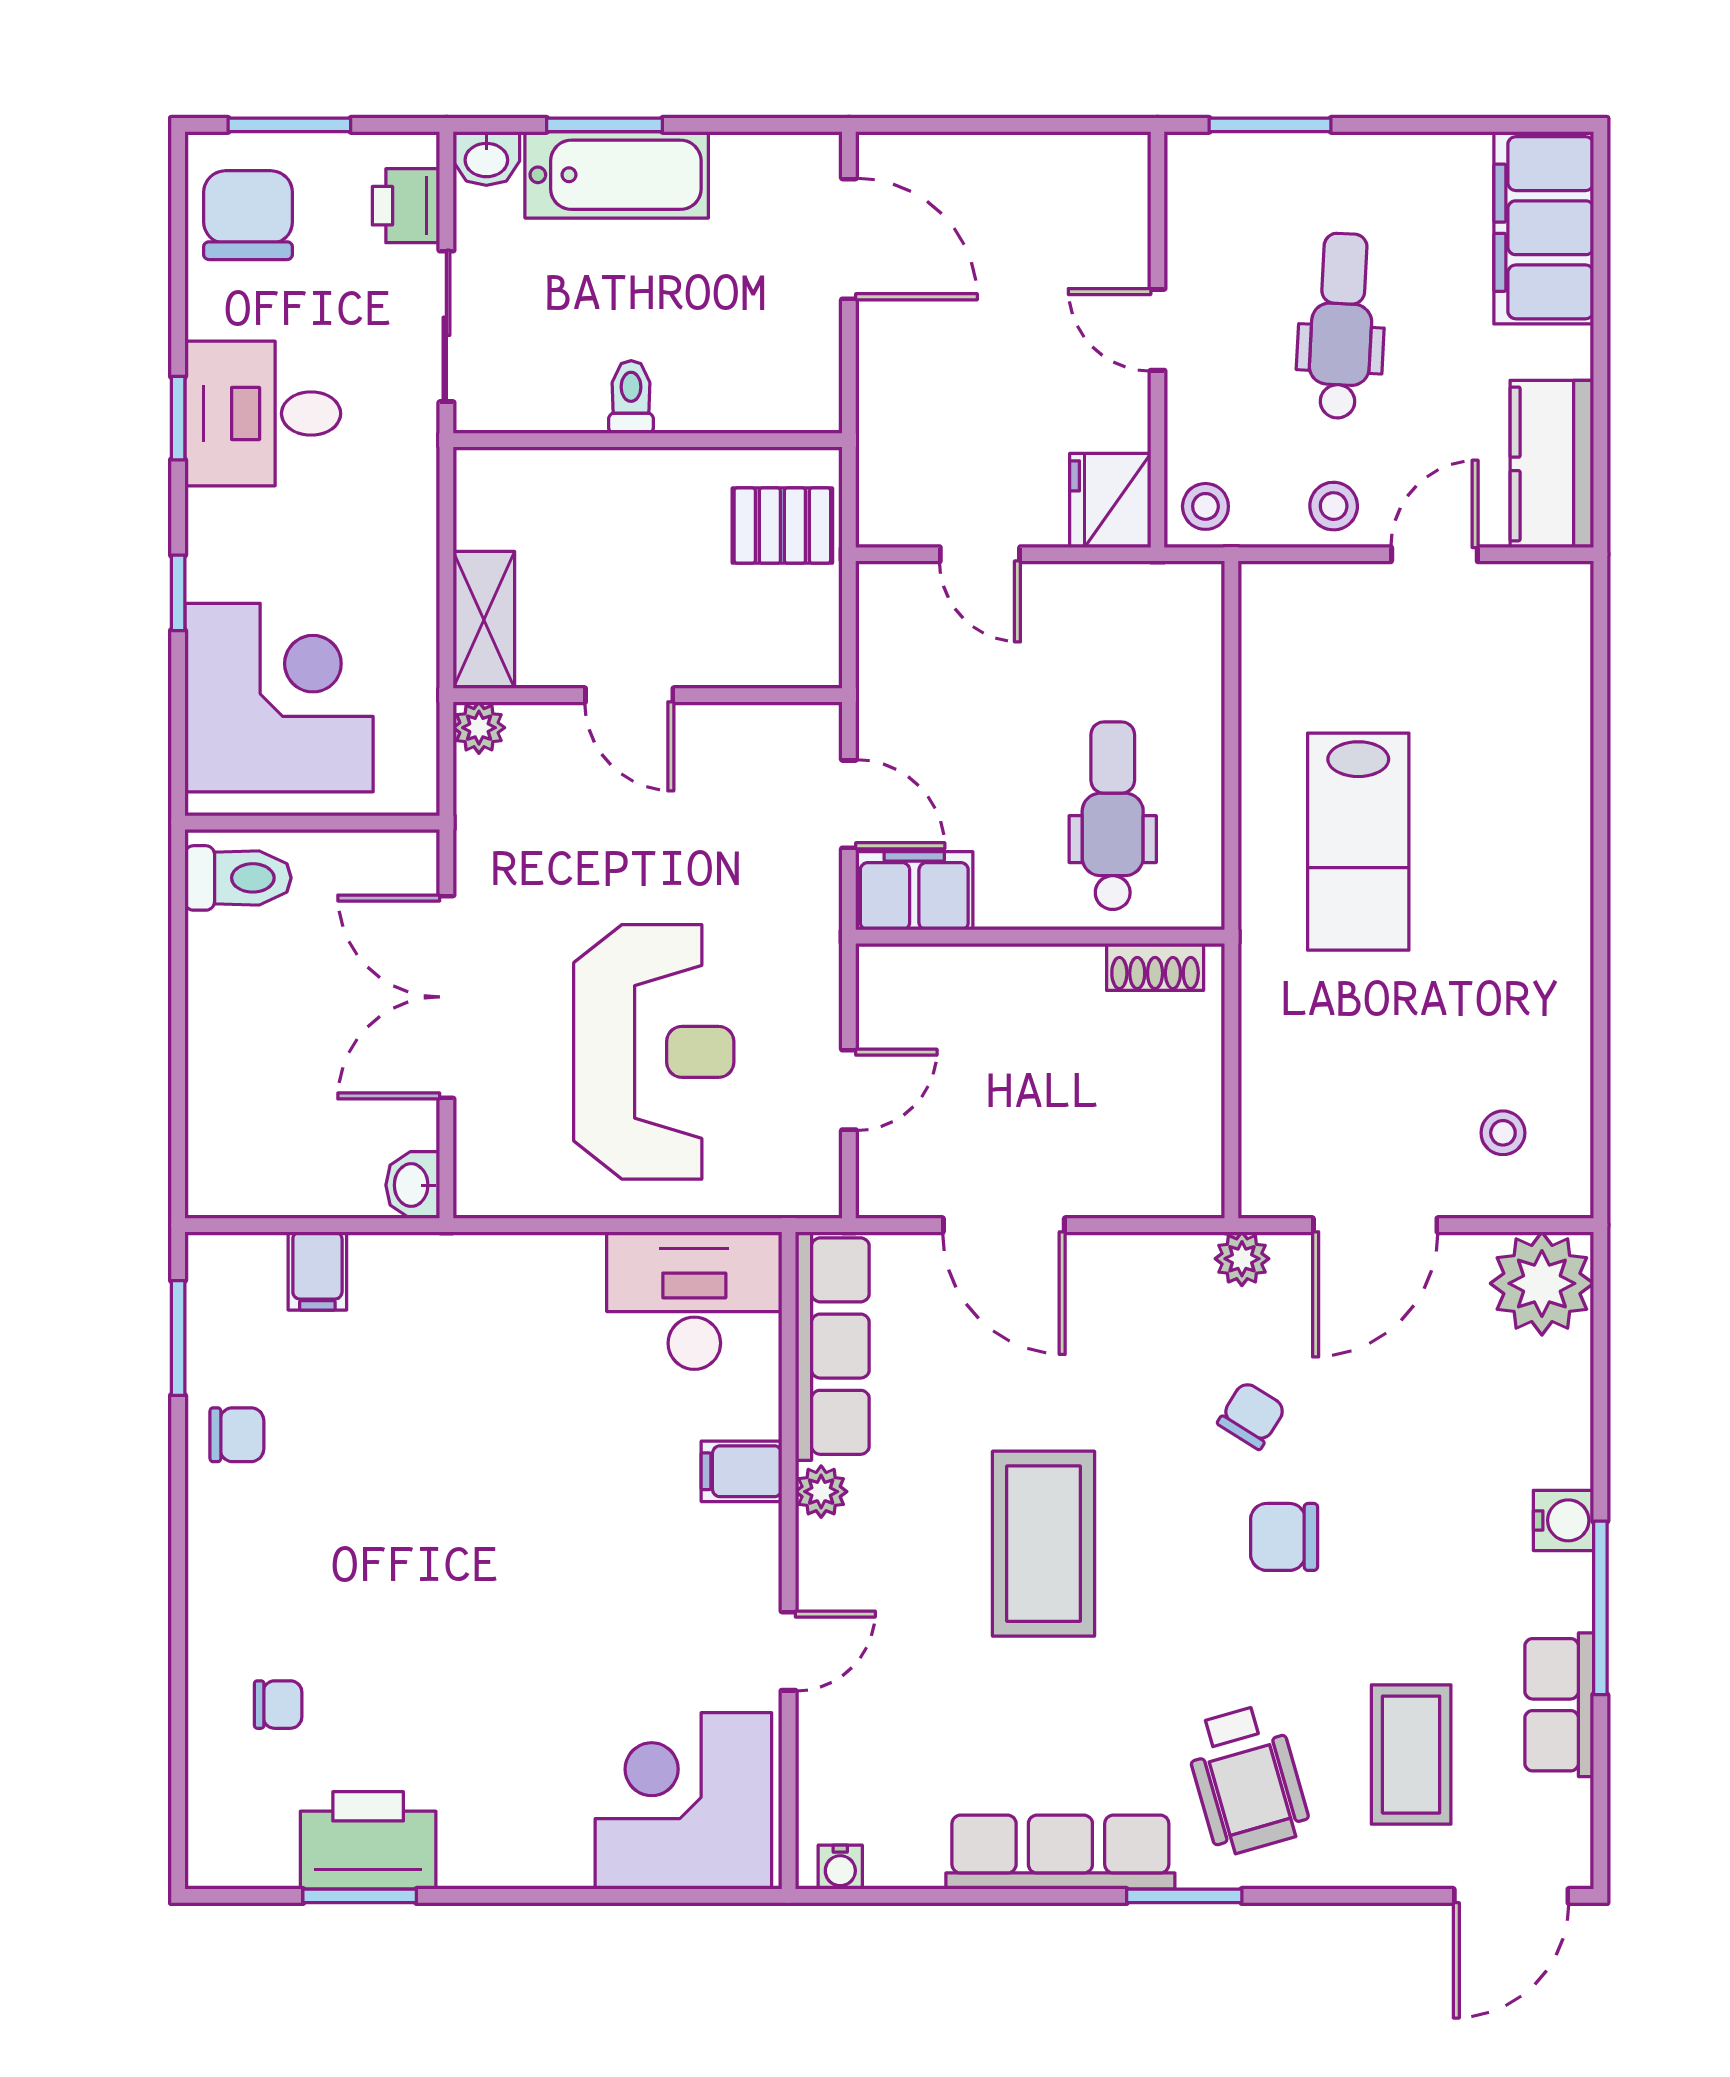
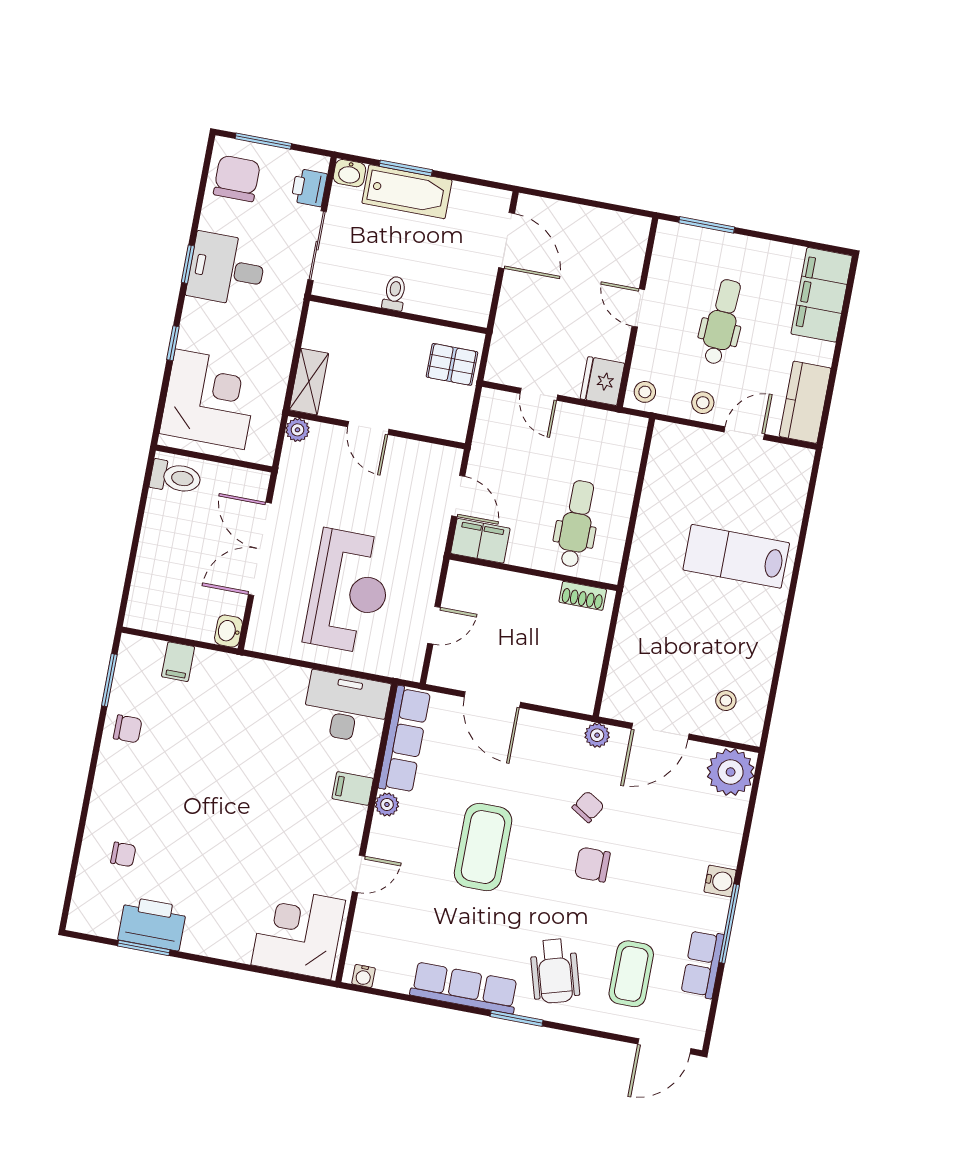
lab bench: (1358, 842) -> (736, 556), moved, turned 90

